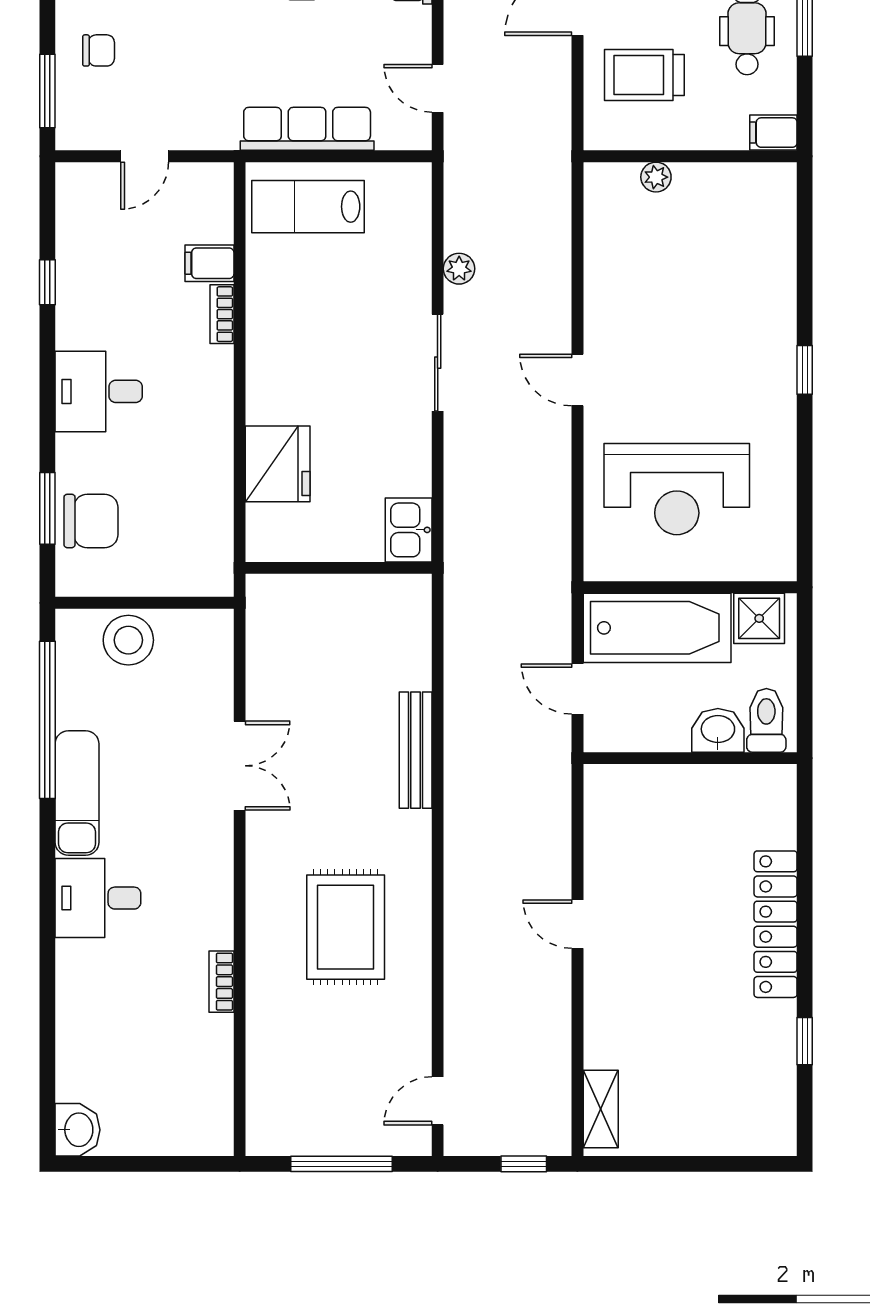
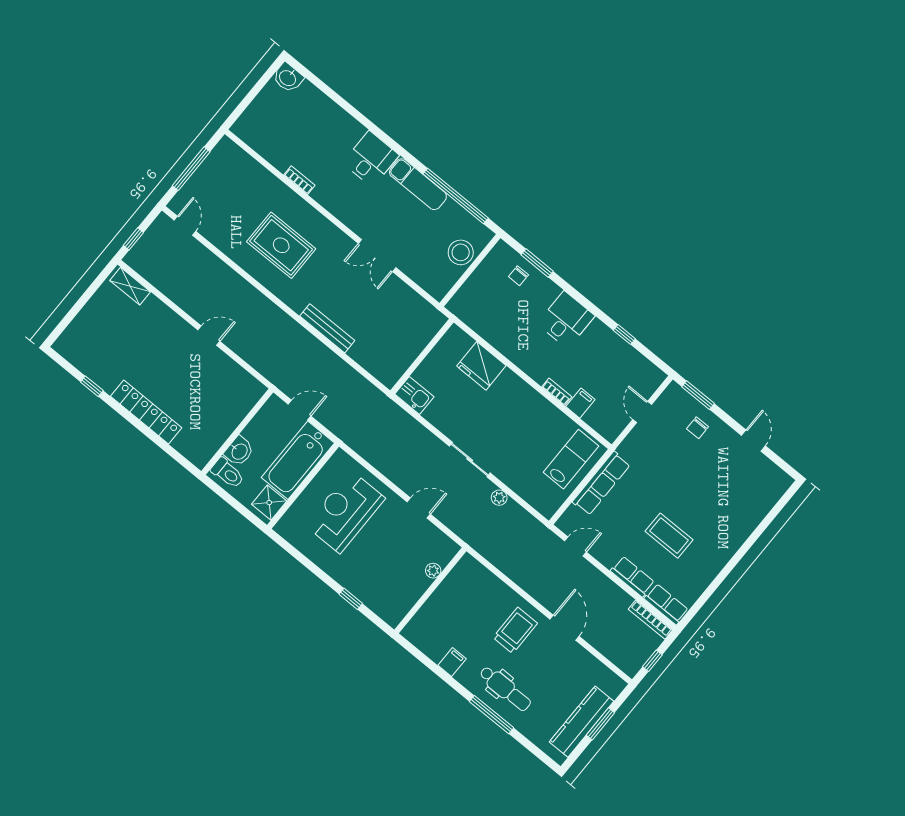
wall: (690, 156) -> (430, 590), moved
plant: (656, 177) -> (433, 571), moved
chair: (91, 521) -> (518, 276), width x0.54, depth x0.54

